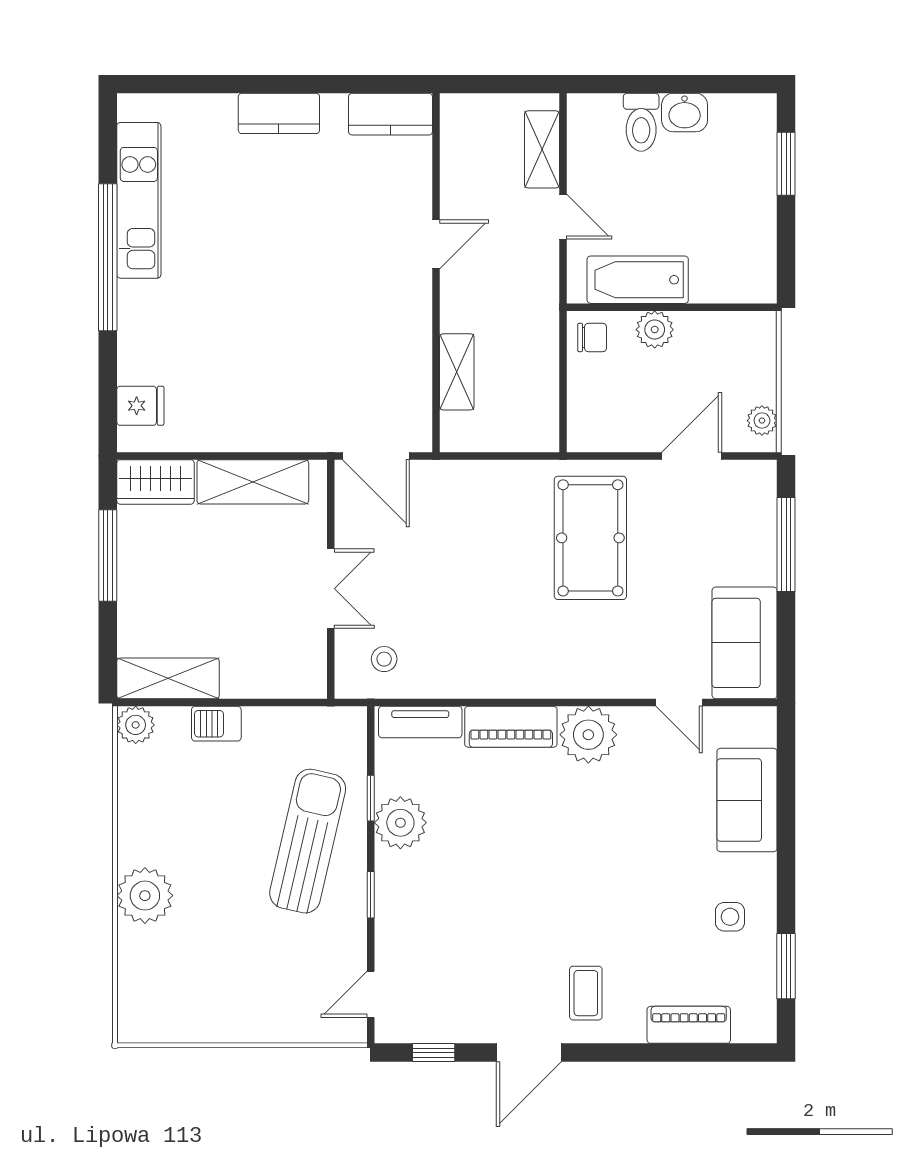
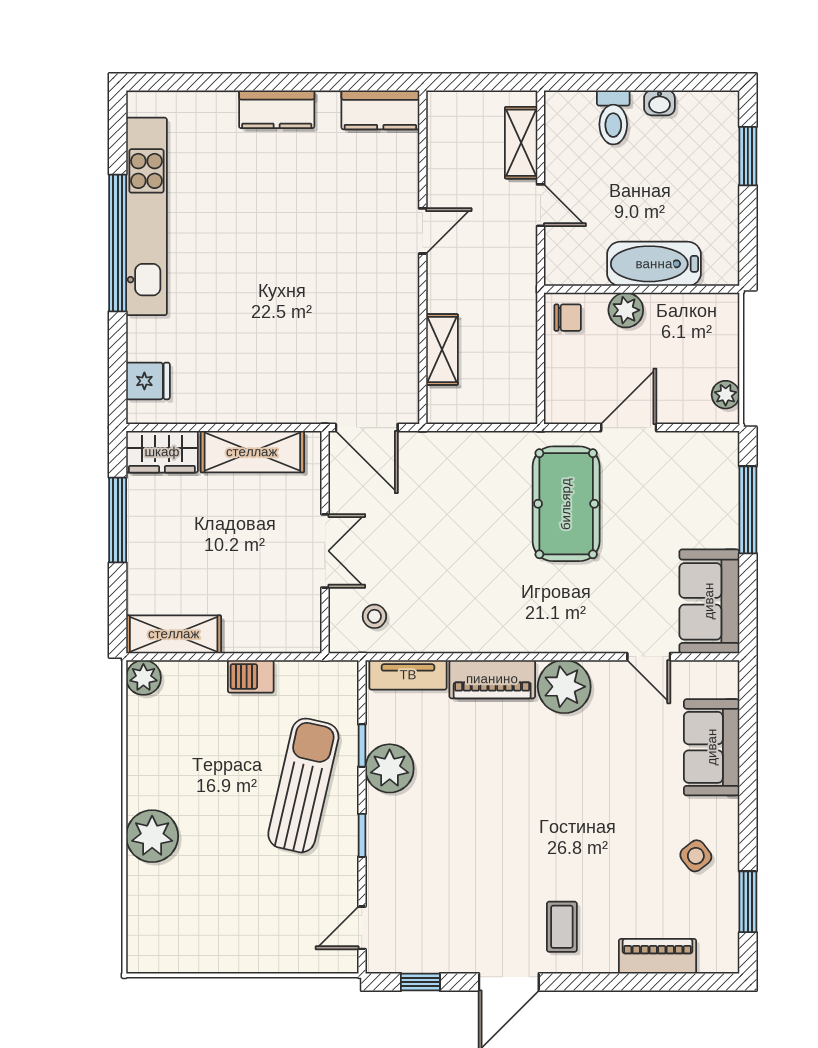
washbasin: (685, 112) -> (659, 103), width x0.72, depth x0.69
kitchen unit: (139, 200) -> (146, 216), width x1.36
bathtub: (638, 280) -> (654, 264), moved
door: (692, 456) -> (629, 428), moved
barbecue: (216, 724) -> (251, 676), moved
side table: (730, 917) -> (696, 856), turned -38

